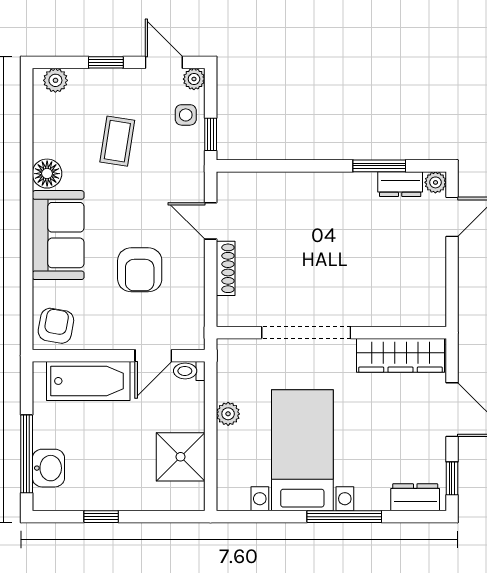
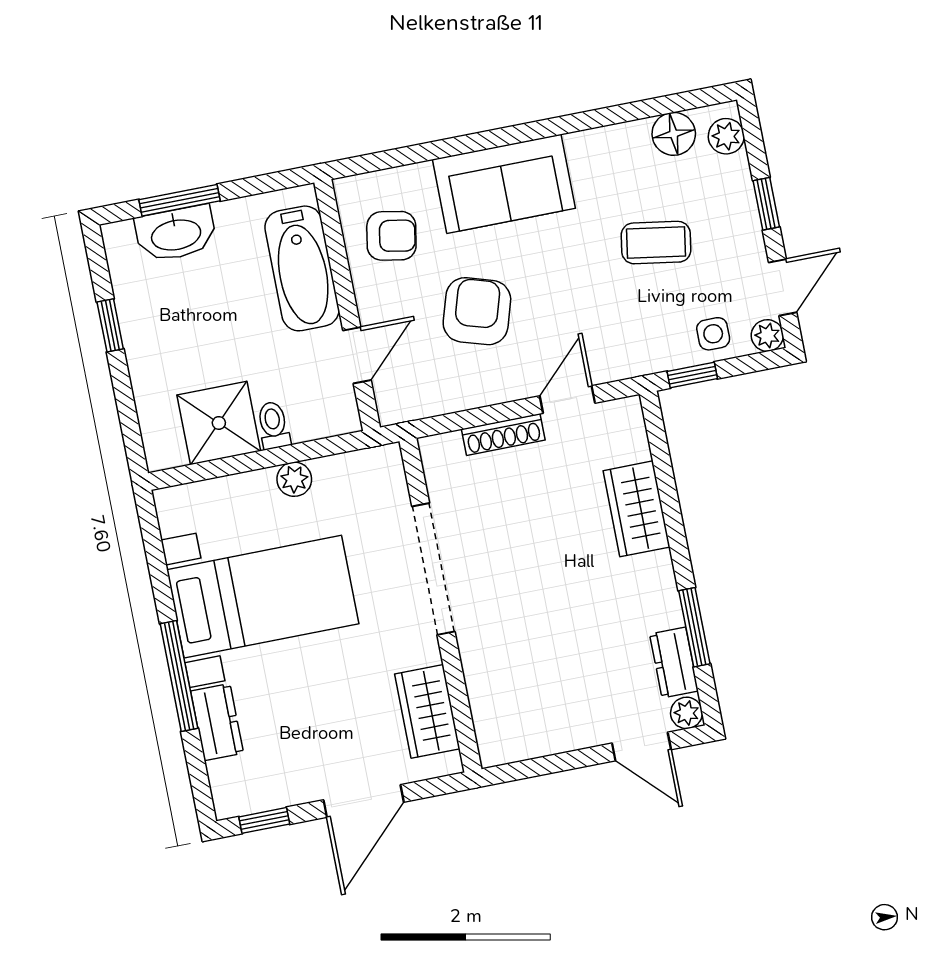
floor lamp: (47, 174) -> (674, 134), moved
wardrobe: (293, 189) -> (637, 509), added
armchair: (140, 270) -> (477, 311), turned 107
armchair: (56, 326) -> (391, 236), moved
wardrobe: (401, 355) -> (427, 711), width x0.67
door: (153, 356) -> (357, 355), swing flipped
toilet: (189, 371) -> (273, 425), moved
window: (27, 454) -> (179, 200), width x0.69
washbasin: (48, 468) -> (176, 234), width x1.38
dresser: (415, 497) -> (217, 722), moved

